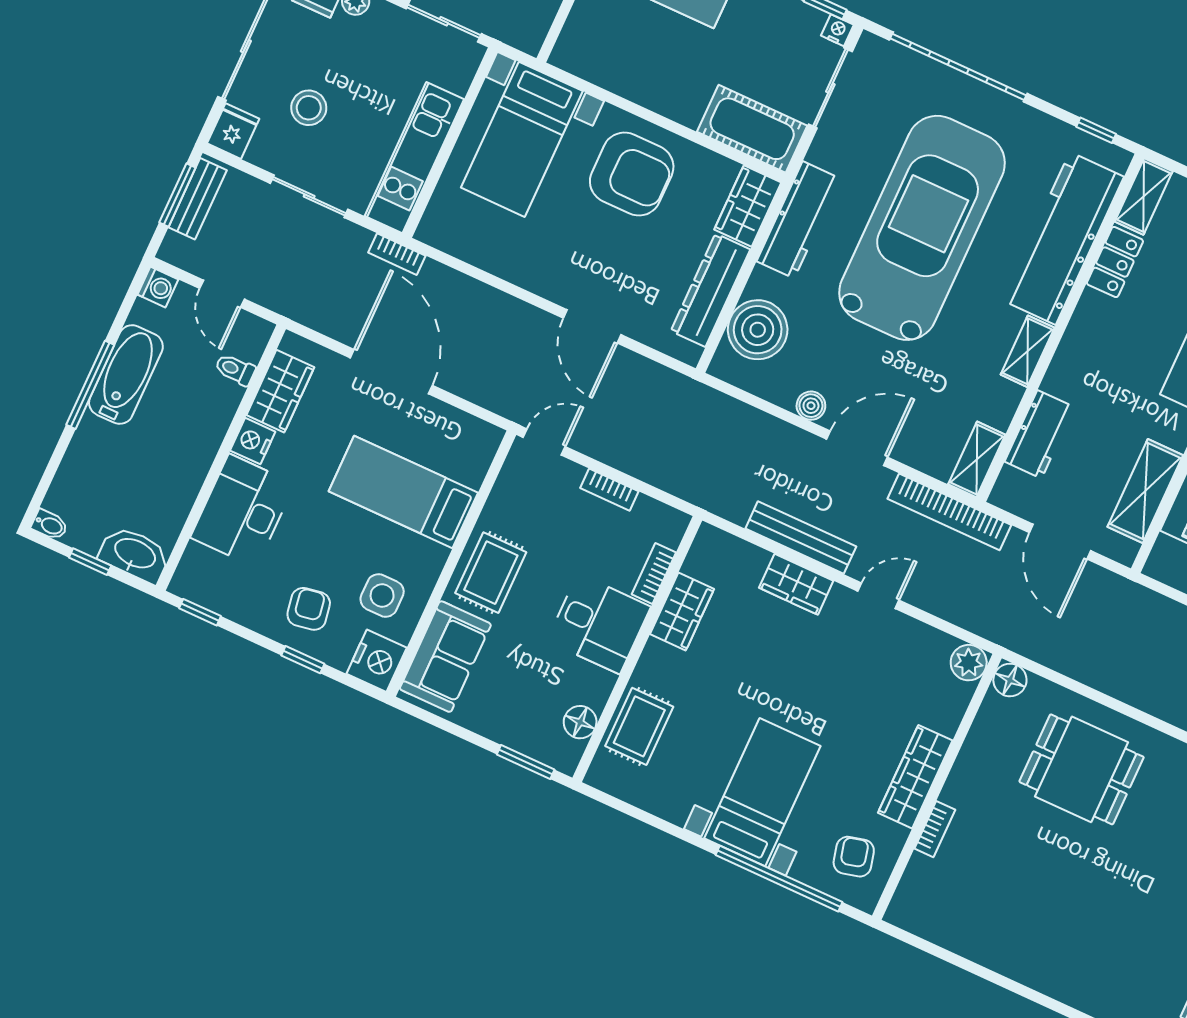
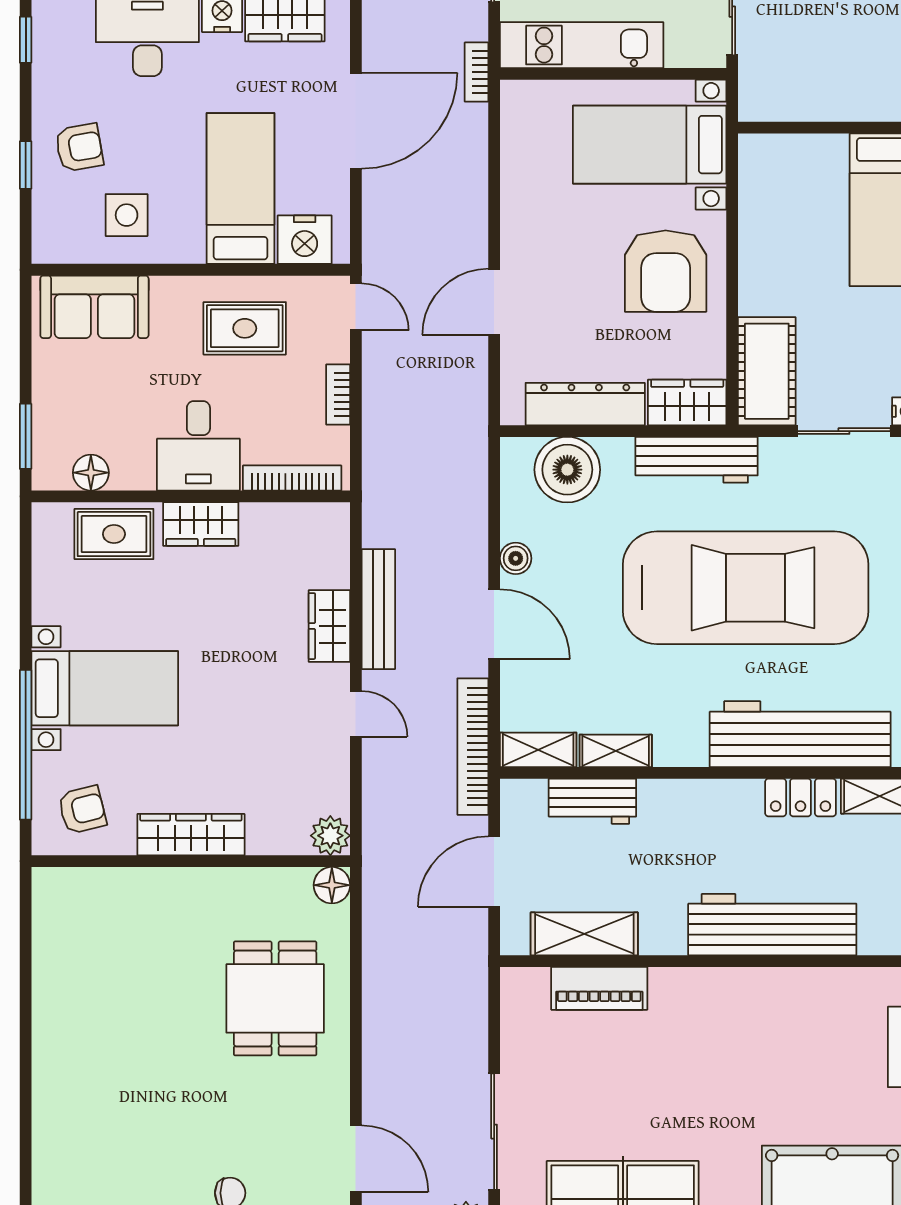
shelving: (1028, 351) -> (616, 751), moved
rug: (491, 573) -> (245, 328), moved
bookcase: (654, 573) -> (292, 478), width x1.56
wardrobe: (682, 612) -> (201, 524), moved
nightstand: (377, 661) -> (305, 240), moved
bookcase: (935, 829) -> (147, 879), removed

